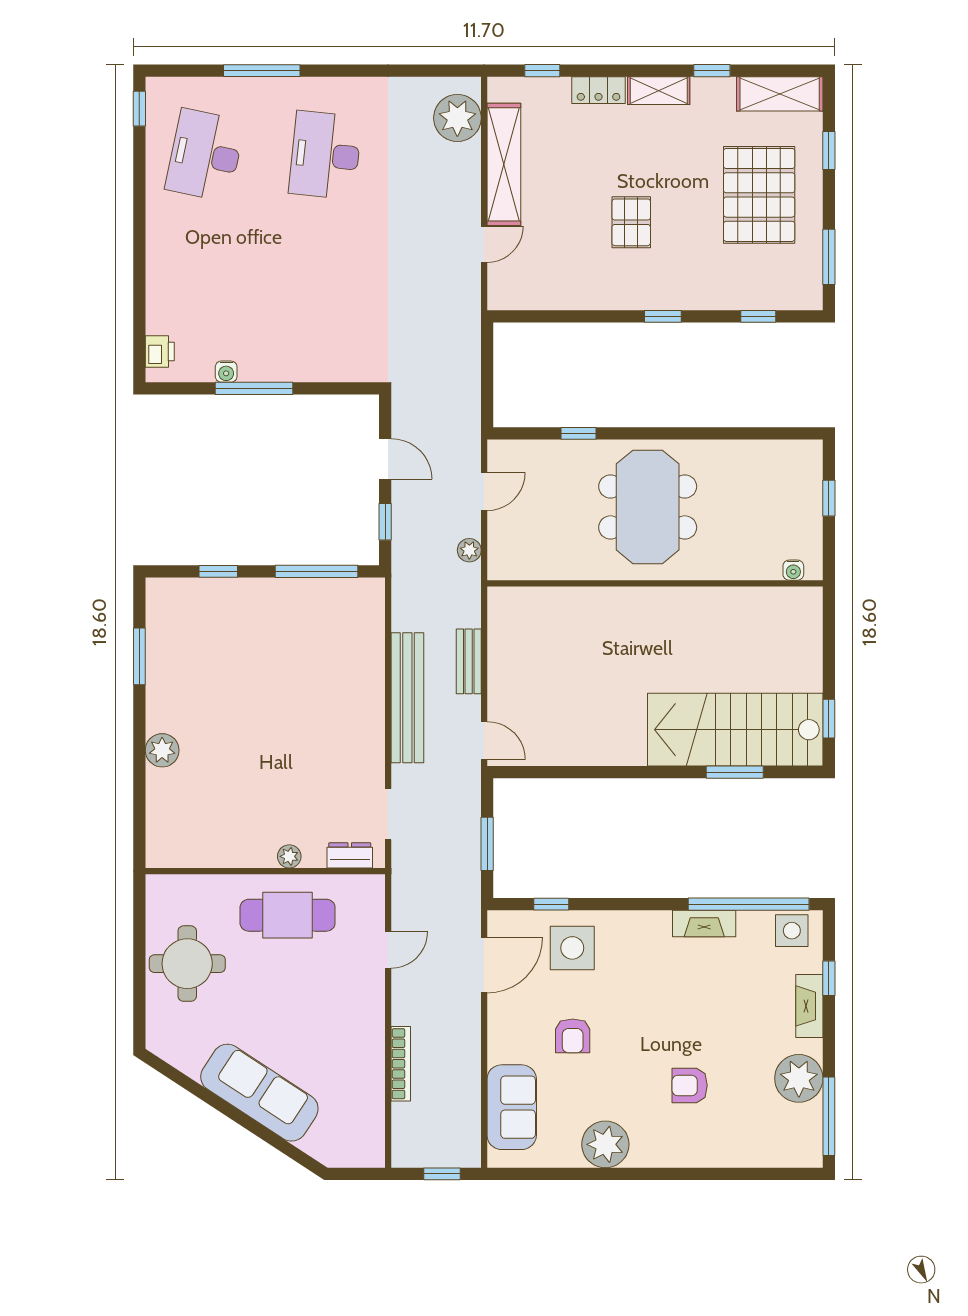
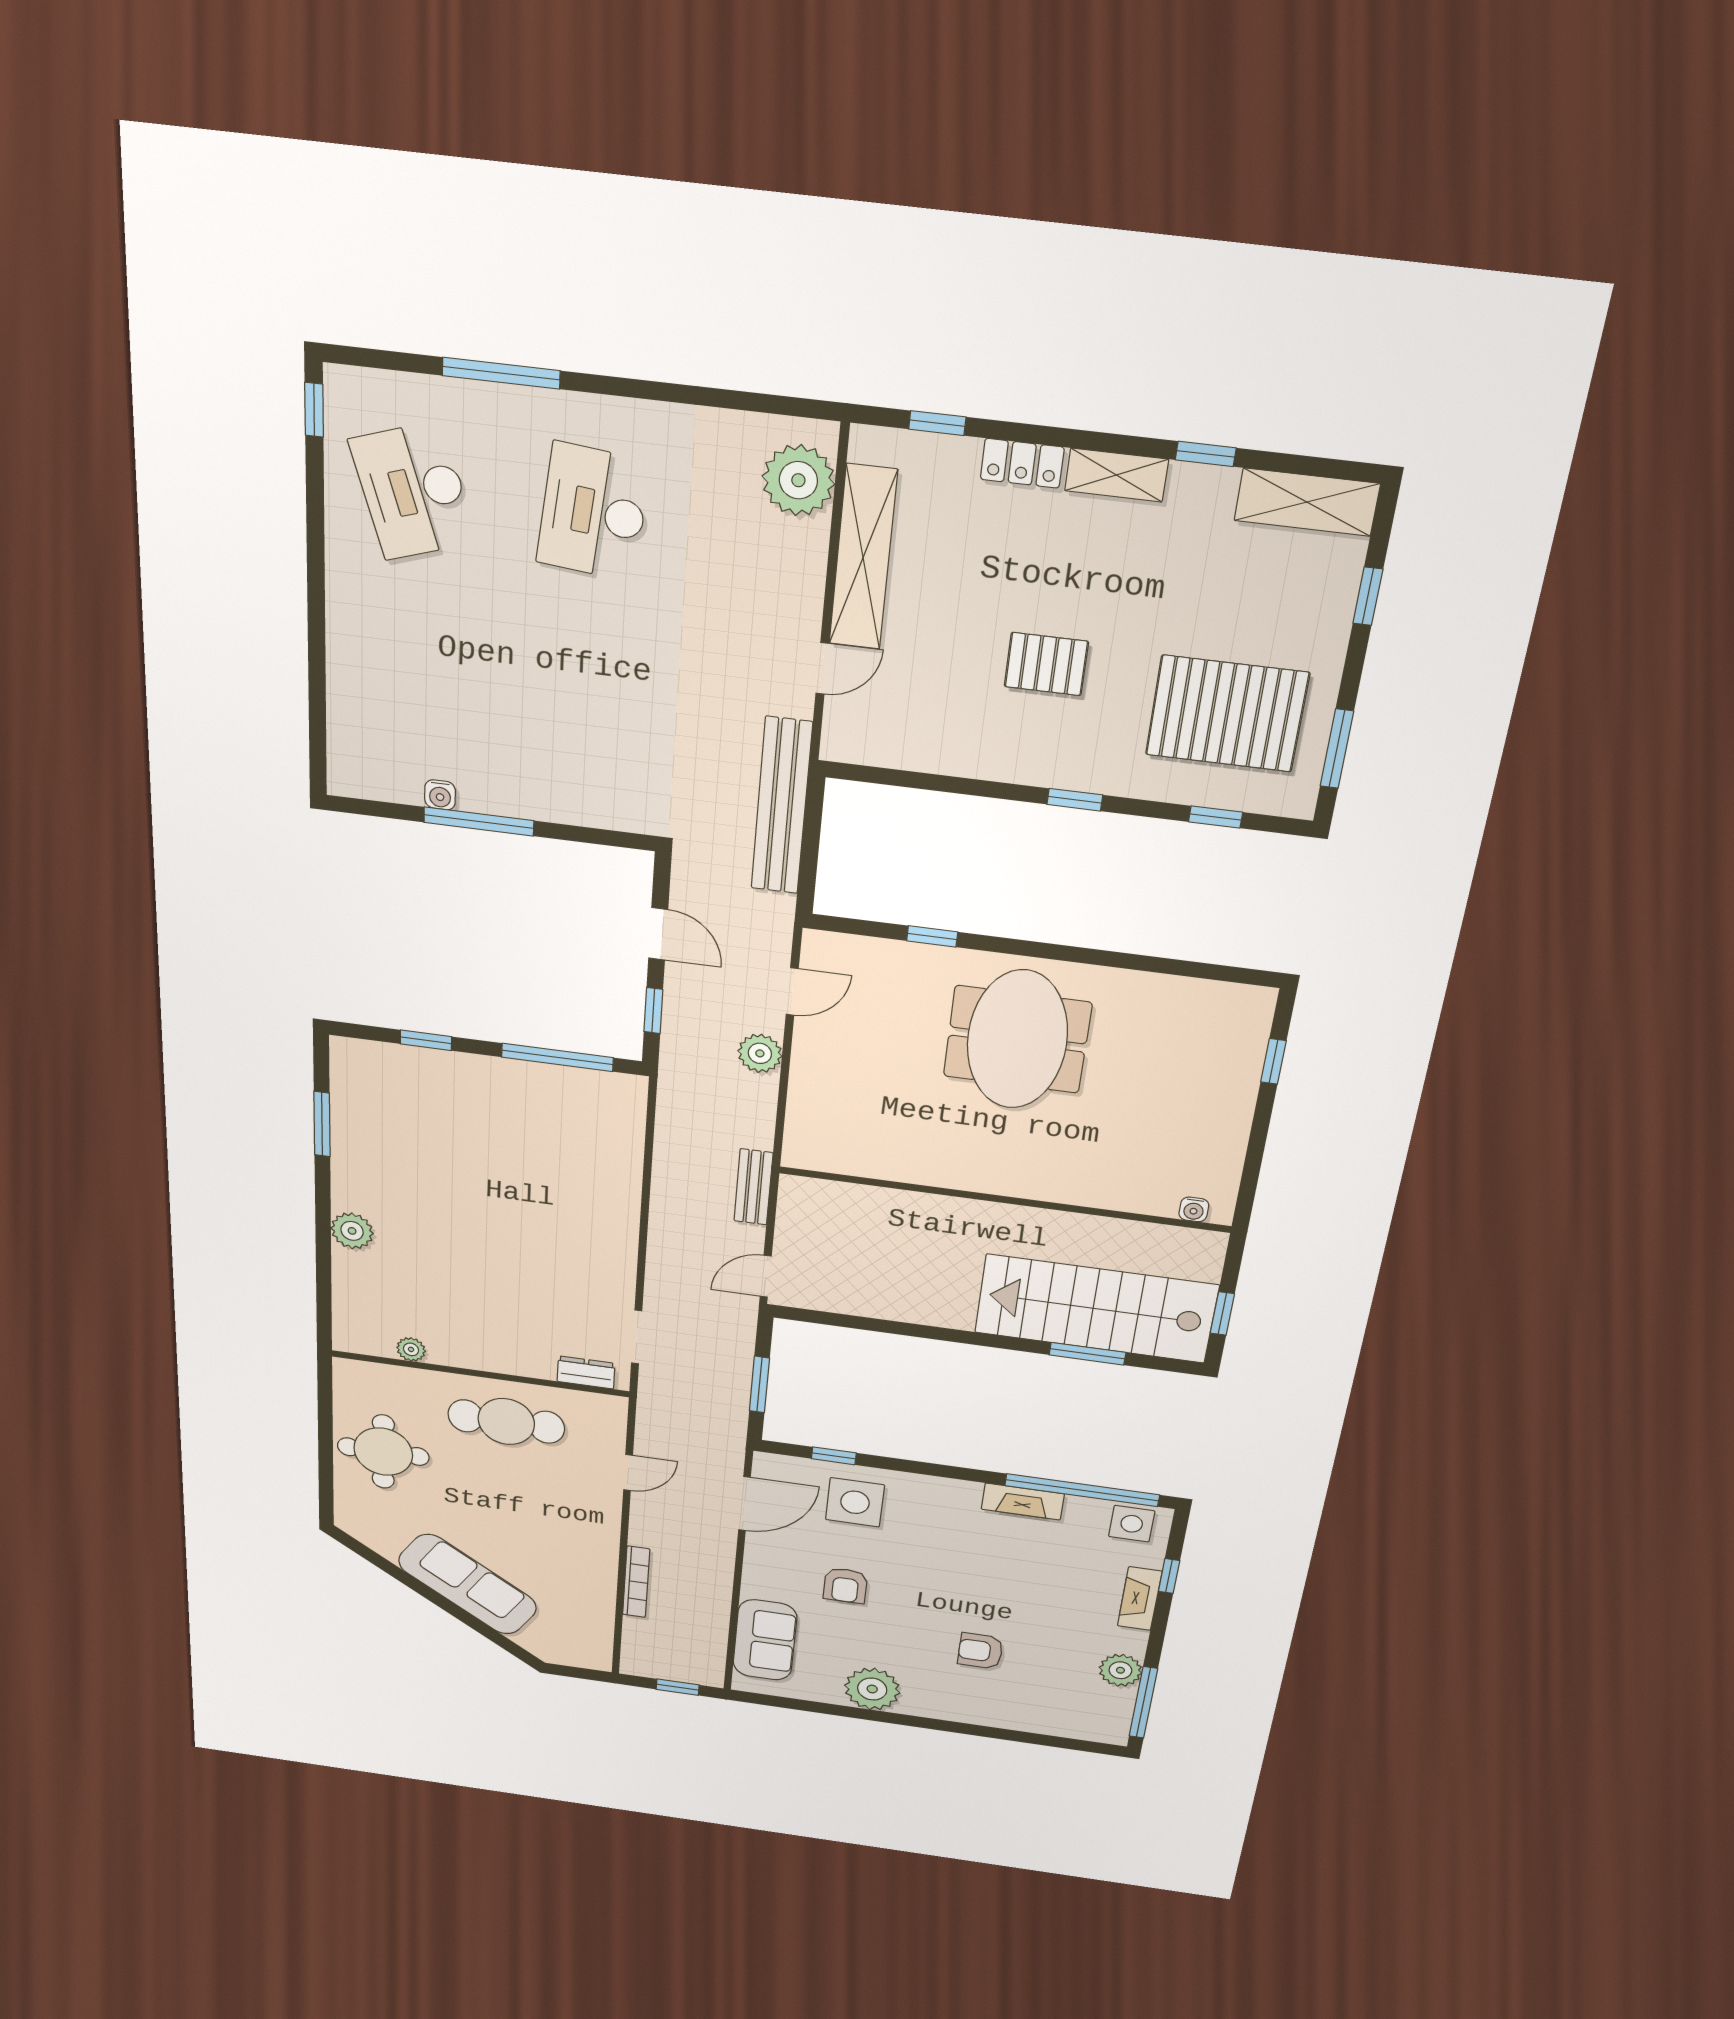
desk: (205, 155) -> (413, 491), turned -30
pallet: (759, 195) -> (1227, 714), moved, turned 90
pallet: (631, 222) -> (1046, 664), turned 90
printer: (160, 351) -> (347, 757), removed
plant: (469, 550) -> (760, 1053), width x1.38, depth x1.38
water cooler: (793, 570) -> (1194, 1209), moved
wall: (655, 583) -> (1004, 1200), moved
bench: (407, 698) -> (782, 806), moved
door: (484, 741) -> (766, 1276), swing flipped
plant: (289, 856) -> (411, 1349), moved
plant: (799, 1078) -> (1120, 1670), width x0.73, depth x0.73

